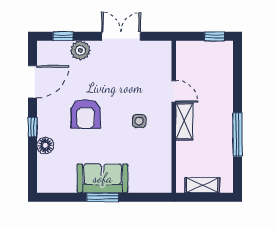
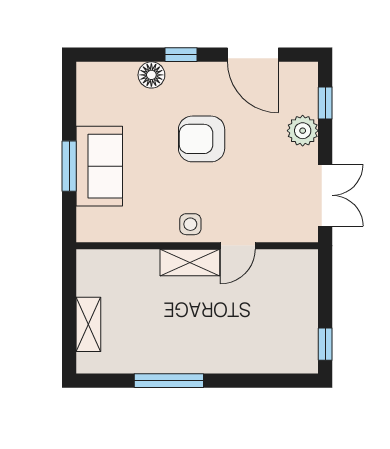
door: (174, 91) -> (238, 246), moved
wall: (174, 117) -> (197, 246), moved
shelving: (184, 121) -> (190, 262), moved

